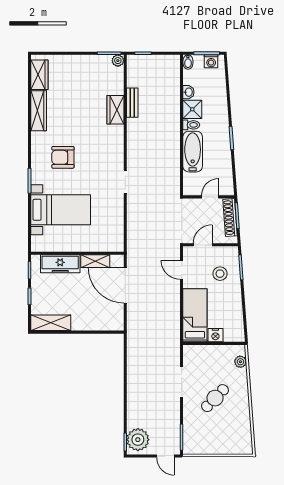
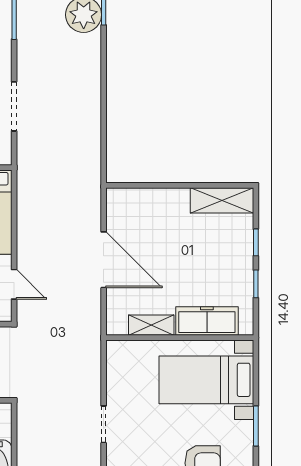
wall: (77, 253) -> (180, 338), moved
shelving: (95, 261) -> (151, 325), moved
freezer: (60, 264) -> (207, 321), moved

